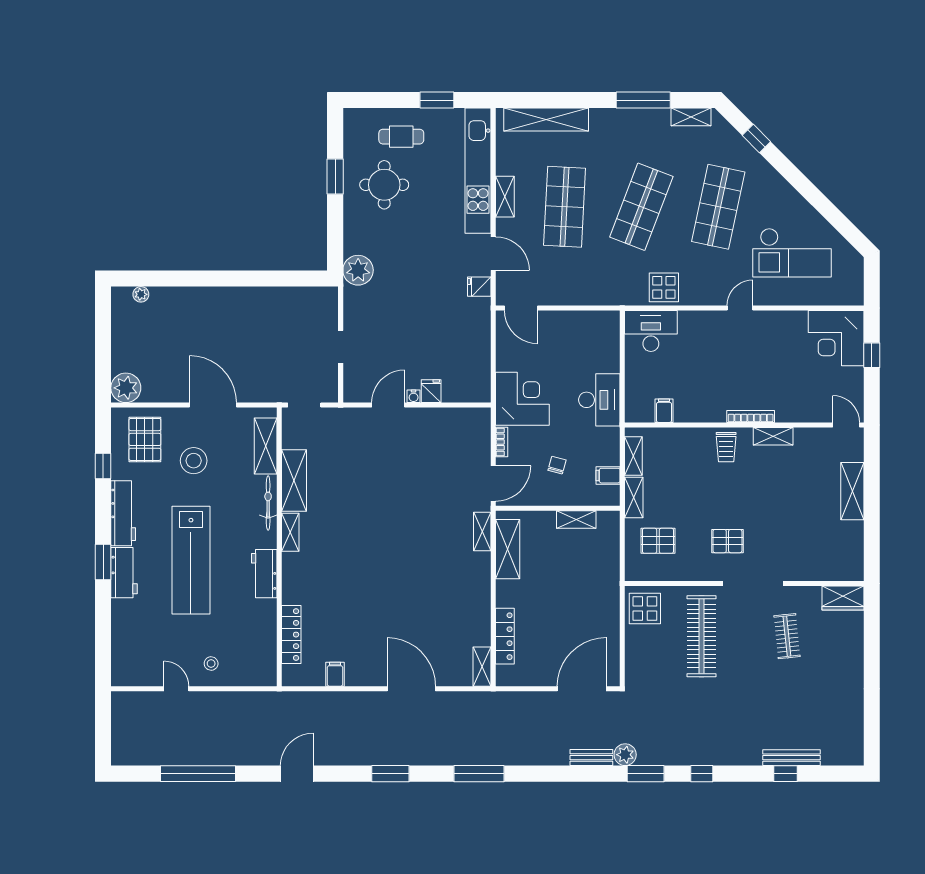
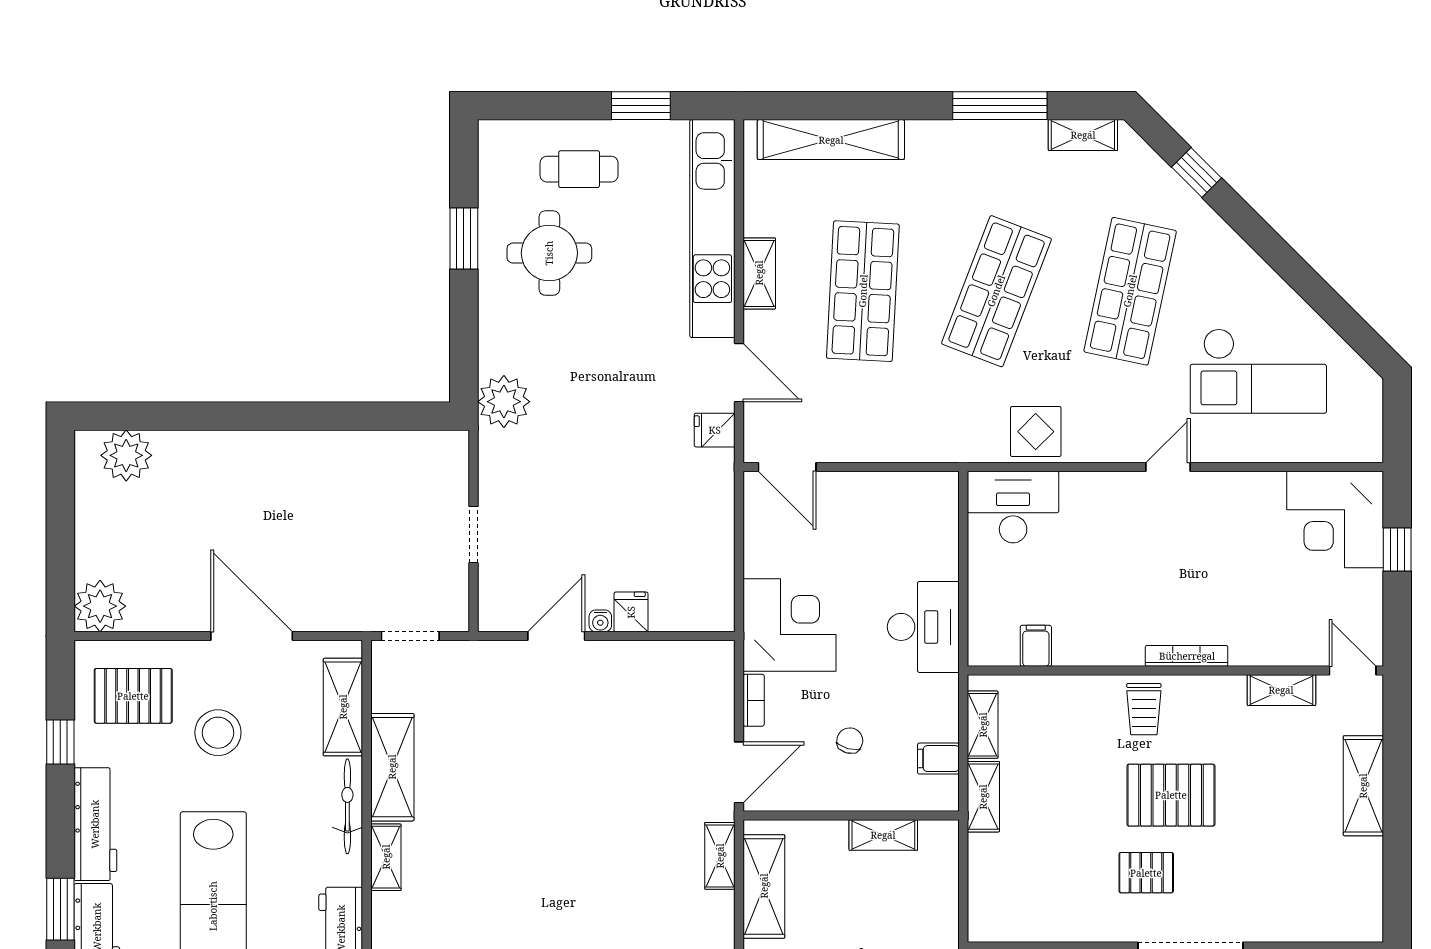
plant: (141, 294) -> (126, 455), width x1.88, depth x1.88
shelving: (773, 436) -> (1281, 690), moved
pallet: (145, 439) -> (133, 696), turned 90
pallet: (658, 541) -> (1171, 795), moved, width x1.50, depth x1.42

